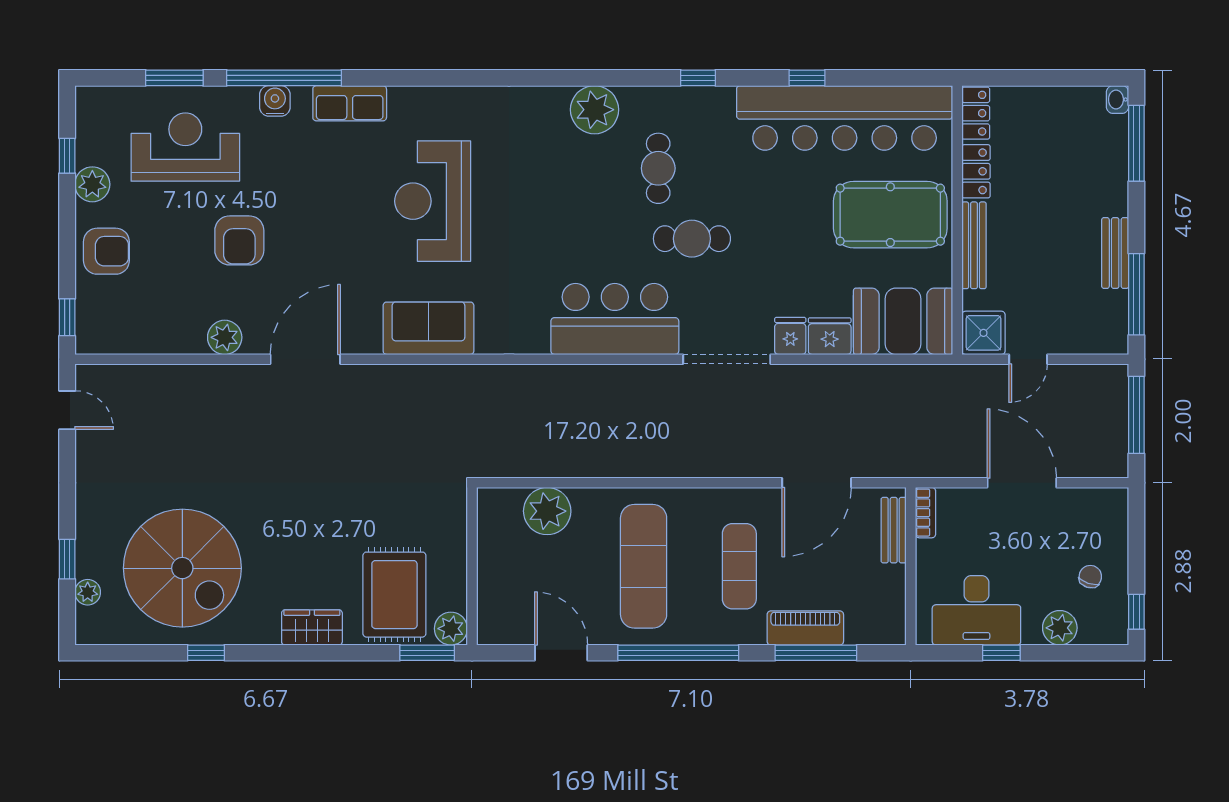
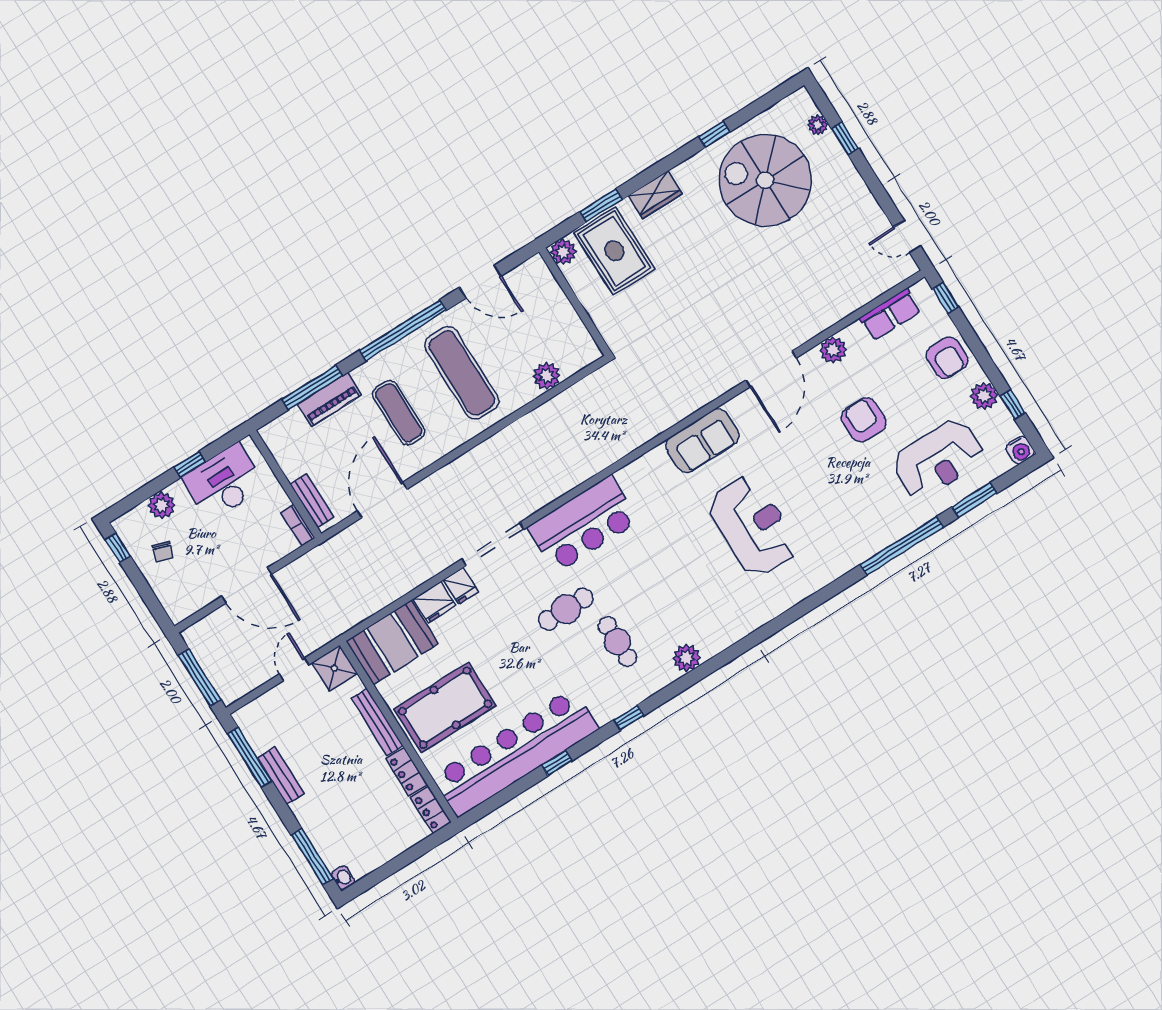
water cooler: (275, 101) -> (1020, 450), moved
row of seats: (350, 103) -> (890, 315), moved, turned 180
plant: (595, 110) -> (686, 658), width x0.73, depth x0.73
armchair: (106, 251) -> (947, 358), turned -90
plant: (547, 511) -> (547, 376), width x0.73, depth x0.73
window: (427, 653) -> (601, 205), moved

